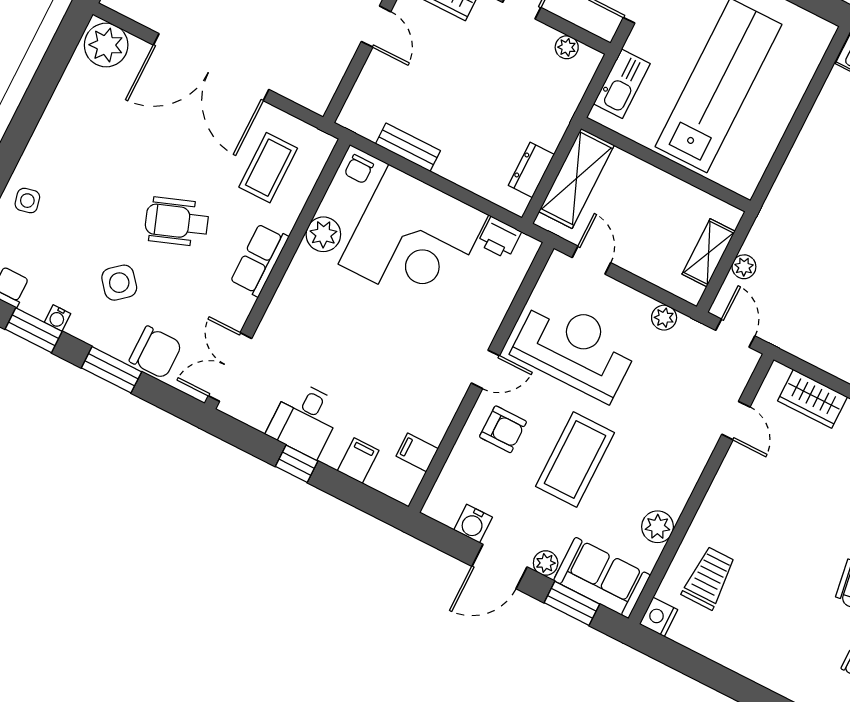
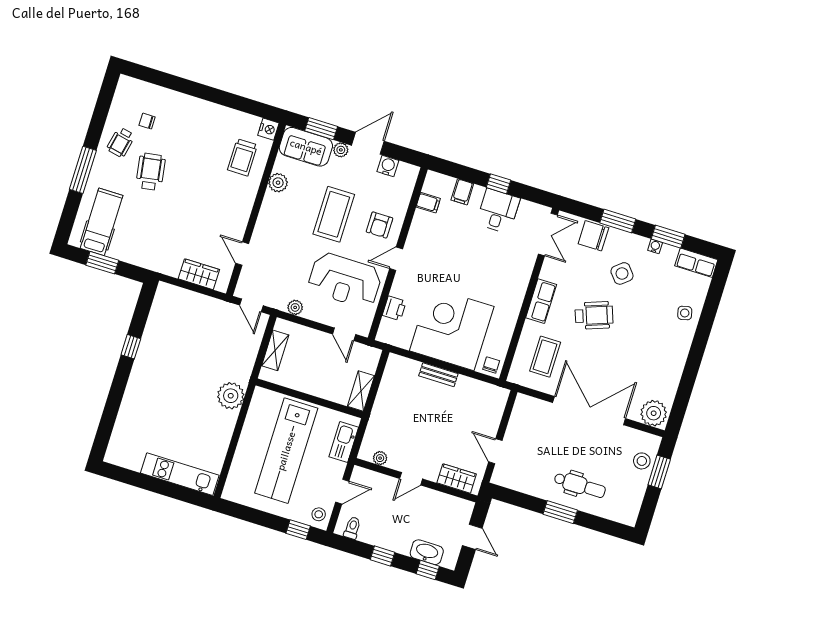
bench: (408, 147) -> (438, 375), moved
dresser: (531, 170) -> (389, 382), removed
shelving: (577, 178) -> (361, 391), width x0.67, depth x0.75
plant: (323, 234) -> (506, 323), removed
printer: (499, 238) -> (394, 308), moved, turned 90
plant: (744, 267) -> (231, 396), moved, width x1.87, depth x1.87
armchair: (503, 429) -> (380, 225), turned -90

